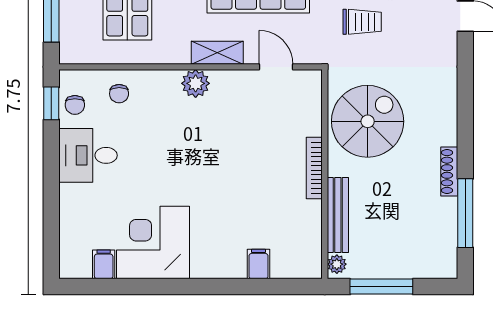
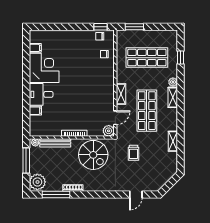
plant: (196, 83) -> (109, 131), moved
desk: (88, 155) -> (41, 94), moved, turned -90
plant: (434, 259) -> (37, 182), added

